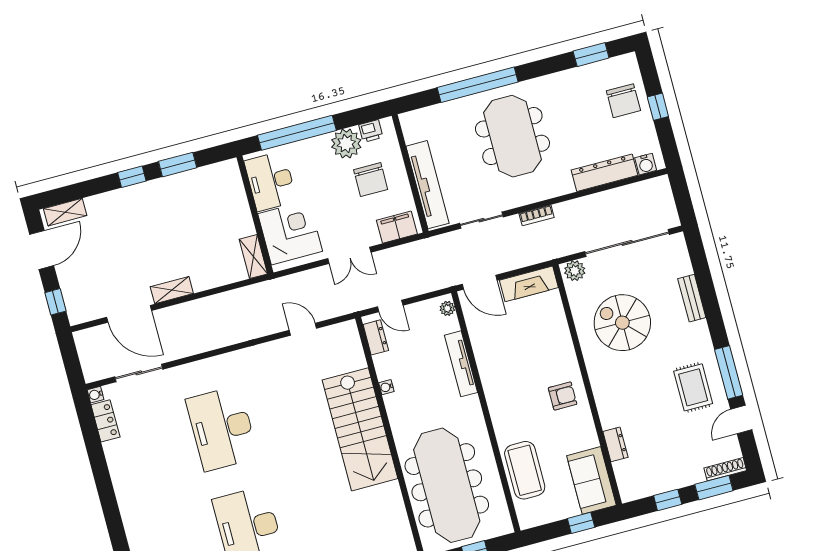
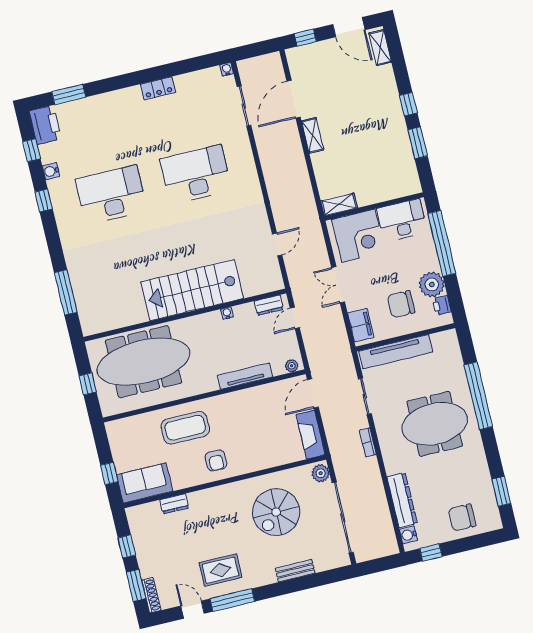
window: (658, 107) -> (431, 552), moved
spiral stairs: (622, 323) -> (276, 512), turned 180
locker: (105, 421) -> (158, 88), moved
coffee table: (525, 470) -> (185, 428), moved

